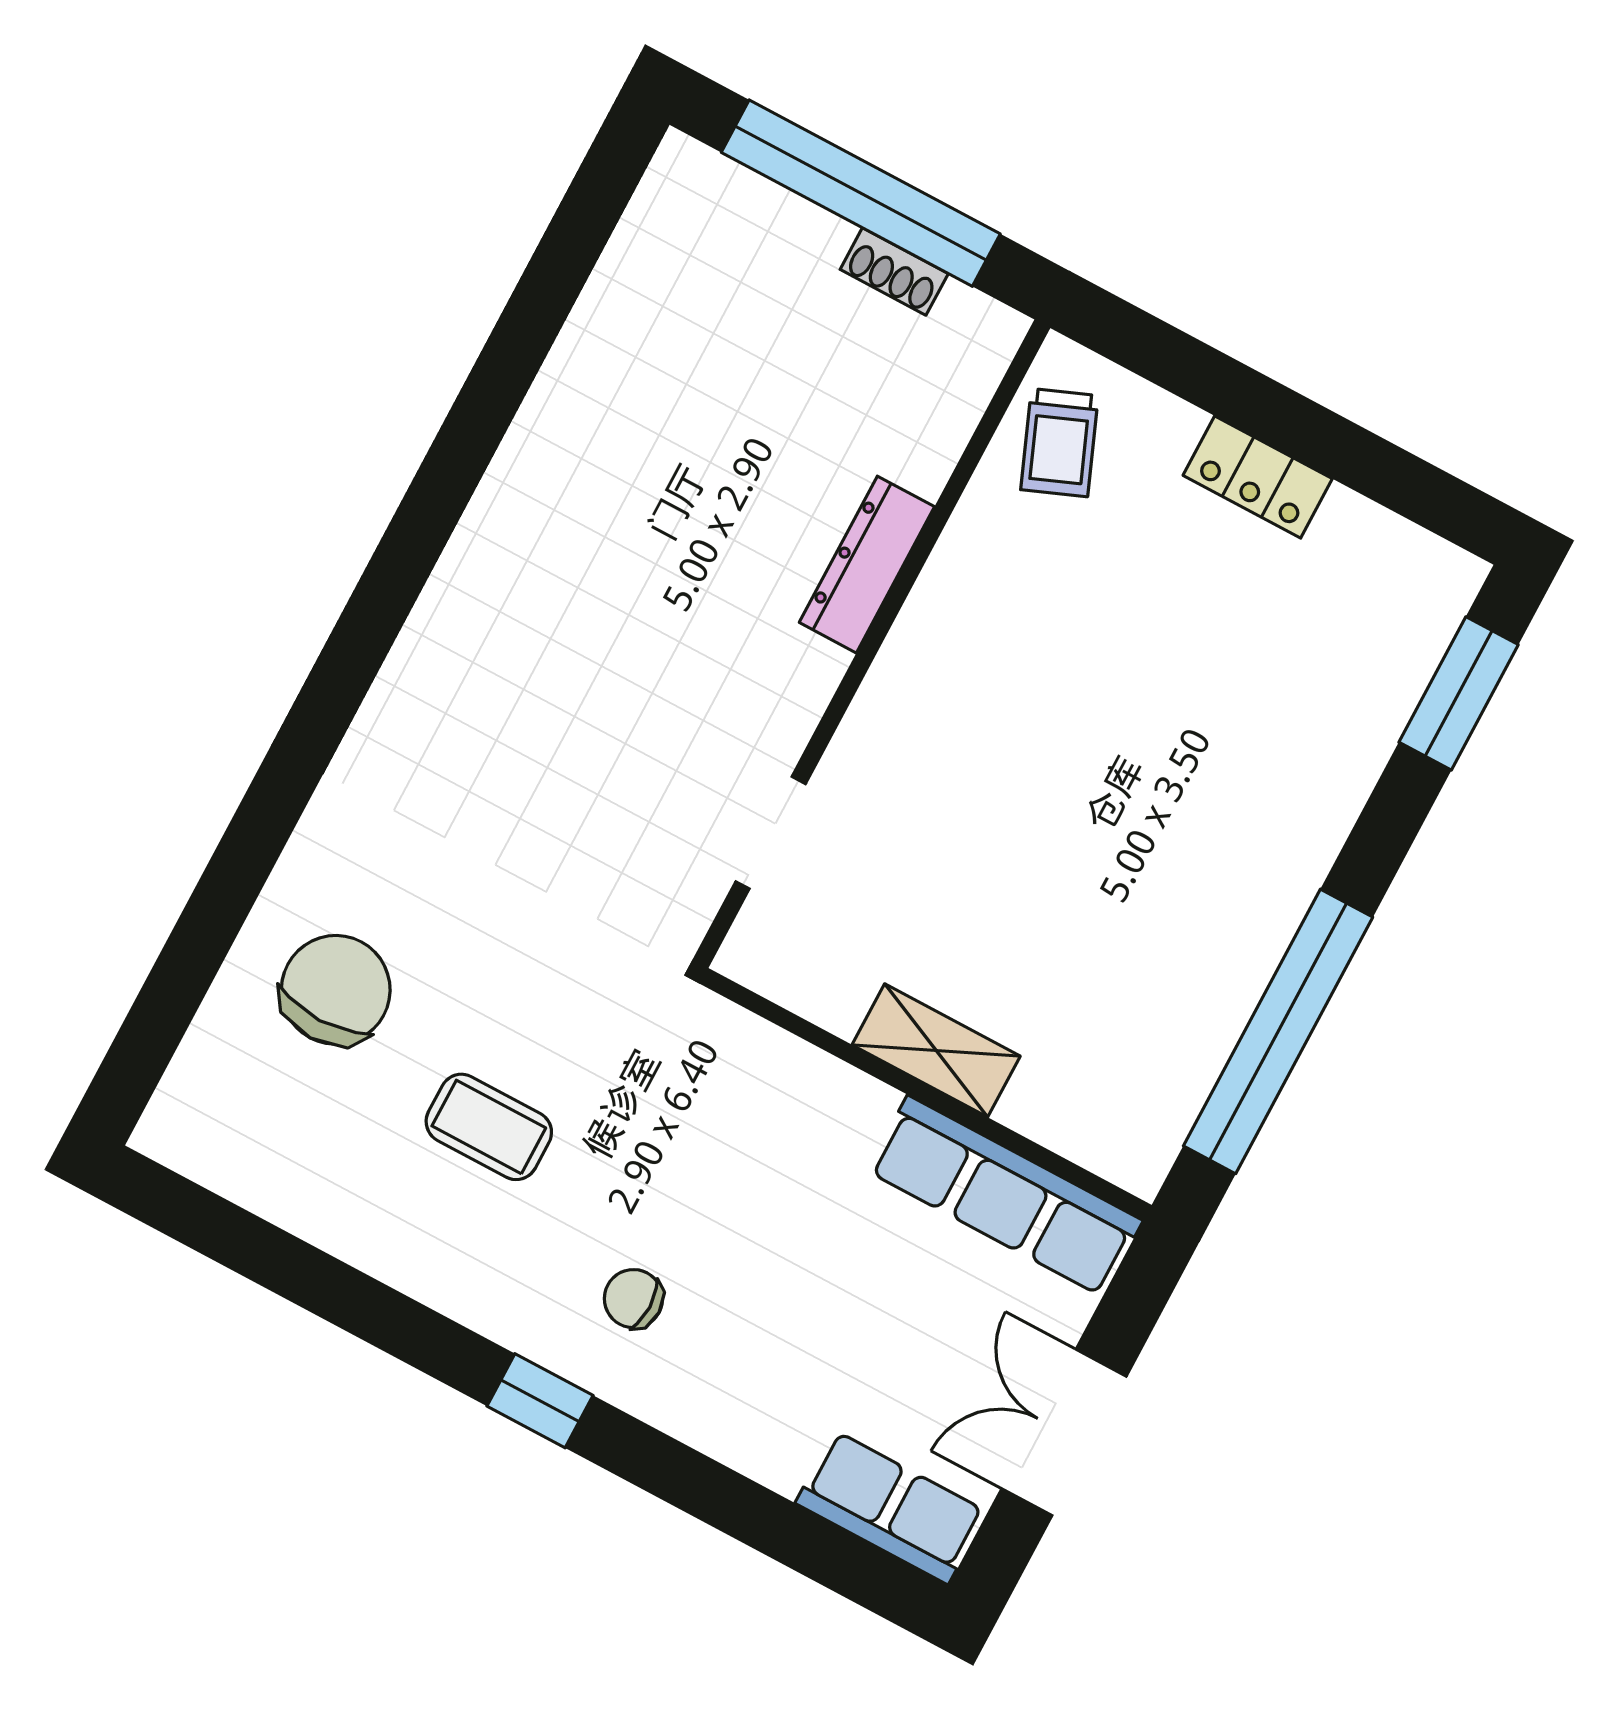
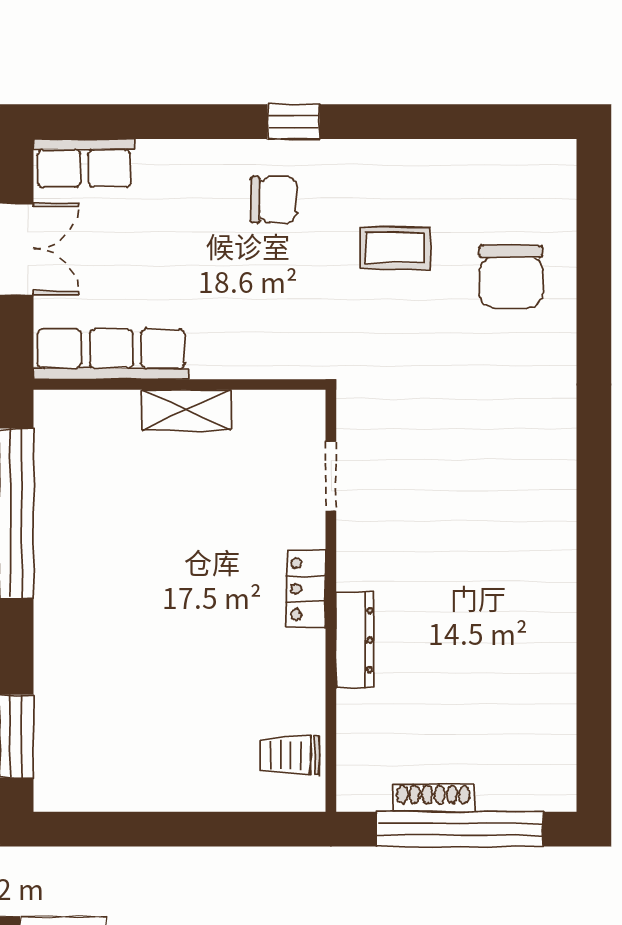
shoe rack: (894, 271) -> (433, 798), width x1.43
trolley: (1059, 443) -> (290, 755), turned -68
locker: (1258, 477) -> (306, 589), moved, turned -90
chair: (633, 1299) -> (274, 200), width x1.37, depth x1.37

